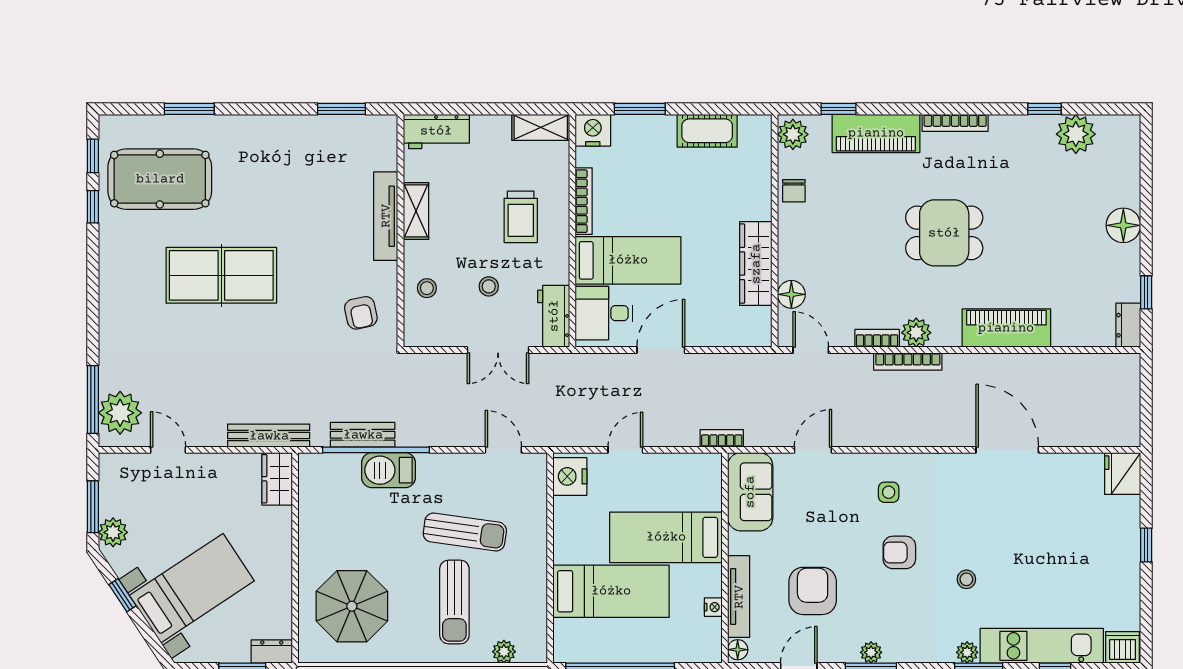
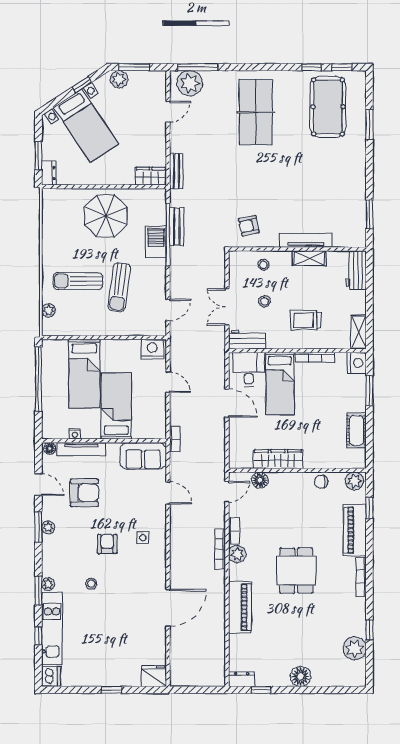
table tennis table: (221, 275) -> (256, 112), moved
bench: (269, 436) -> (176, 171), width x0.73
parasol: (352, 606) -> (106, 216), moved

